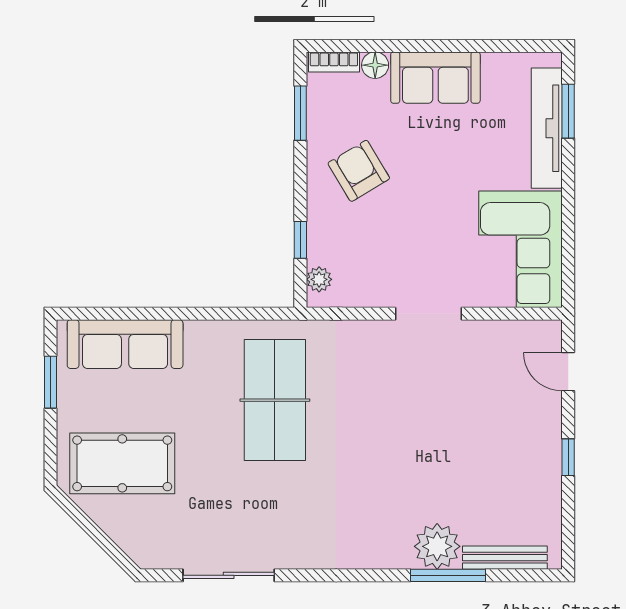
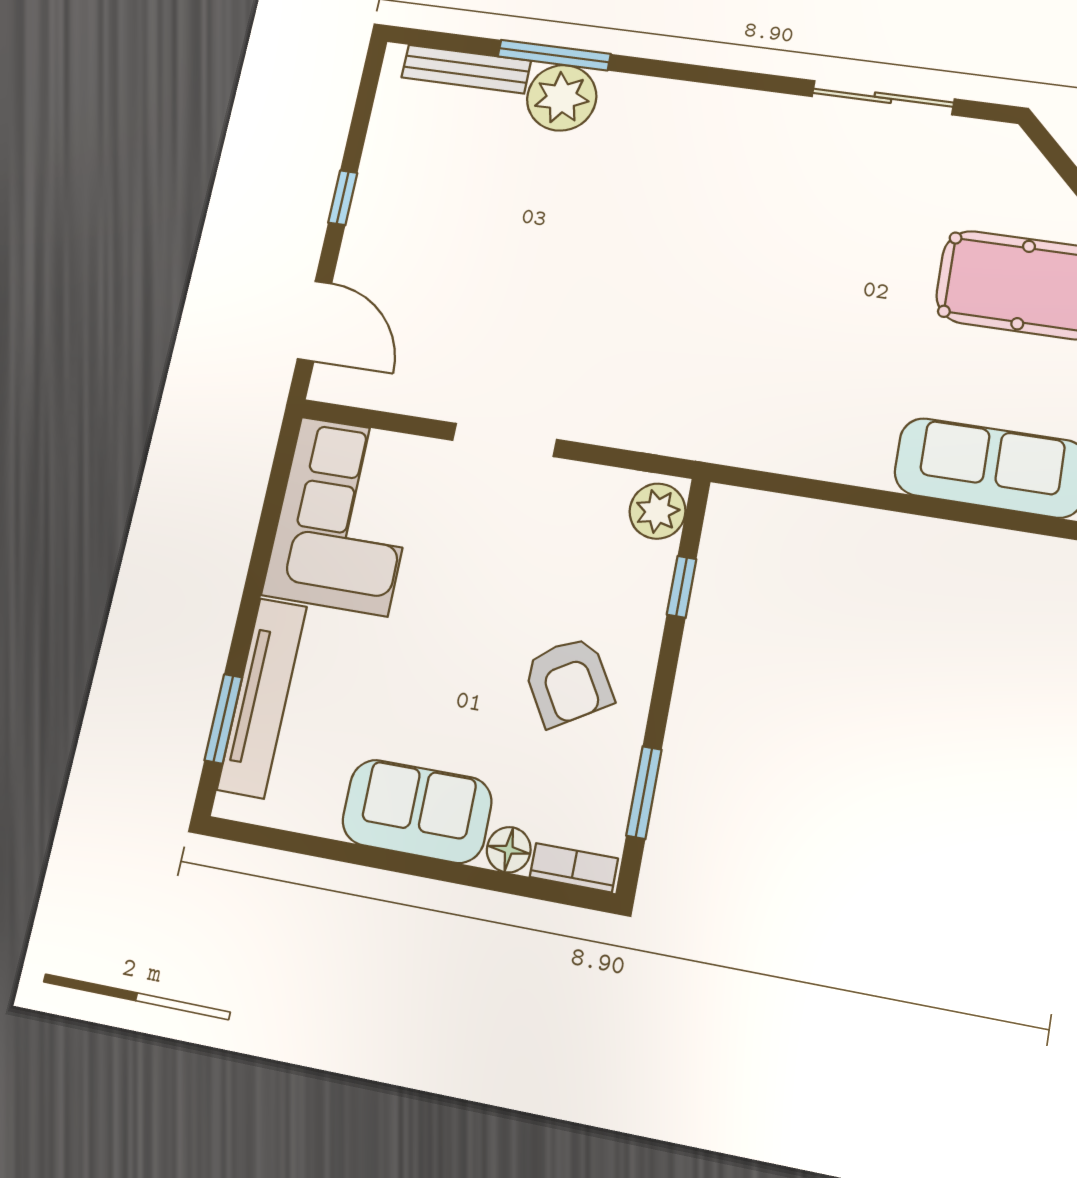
plant: (319, 279) -> (657, 511), width x1.38, depth x1.38
door: (568, 372) -> (314, 321), width x1.38
table tennis table: (275, 400) -> (766, 345), removed

